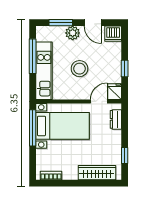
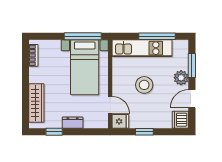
dresser: (116, 119) -> (73, 123), moved

